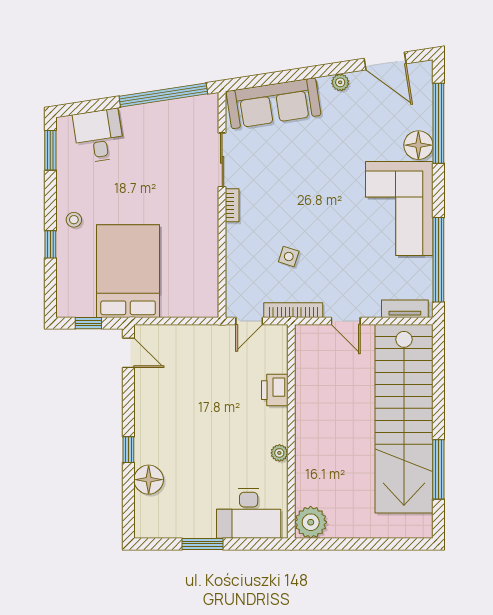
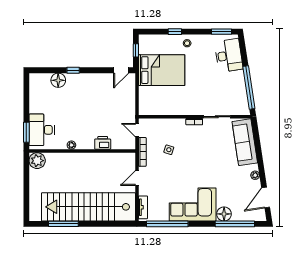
desk: (99, 136) -> (229, 55), width x1.37
window: (202, 544) -> (26, 132), moved

